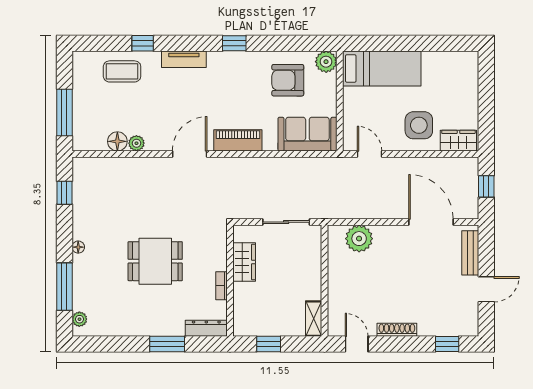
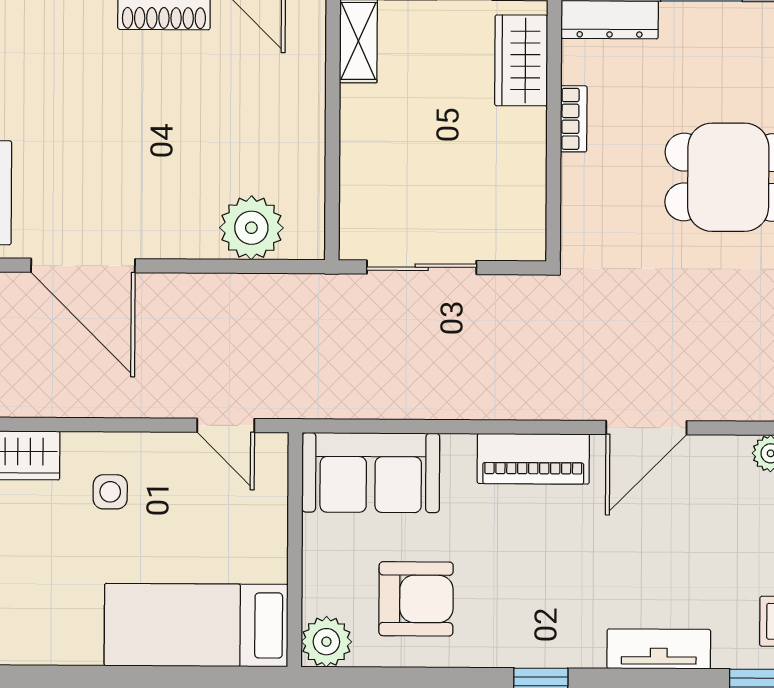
side table: (419, 125) -> (110, 492), width x0.54, depth x0.54
wardrobe: (244, 262) -> (521, 60), moved

